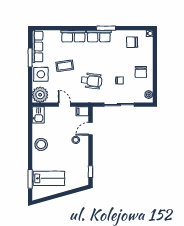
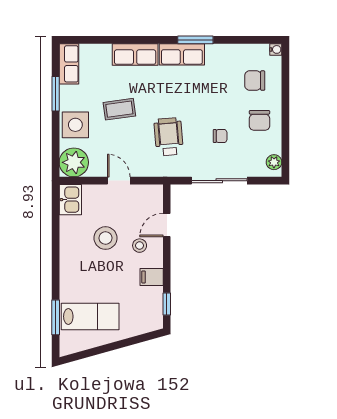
chair: (132, 42) -> (255, 81), moved
row of seats: (37, 46) -> (69, 64), width x0.68
wheelchair: (92, 81) -> (169, 137), turned -102
filing cabinet: (82, 111) -> (152, 277), moved
stool: (41, 144) -> (105, 238), moved

